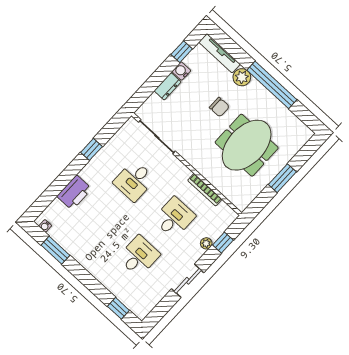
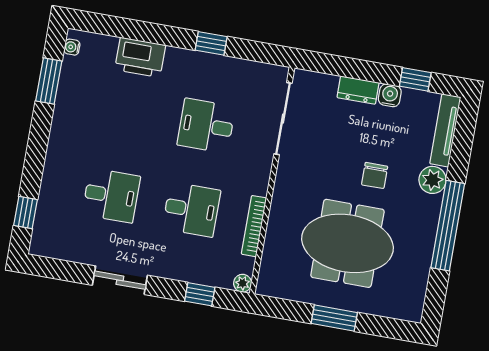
plant: (206, 243) -> (243, 283), moved

